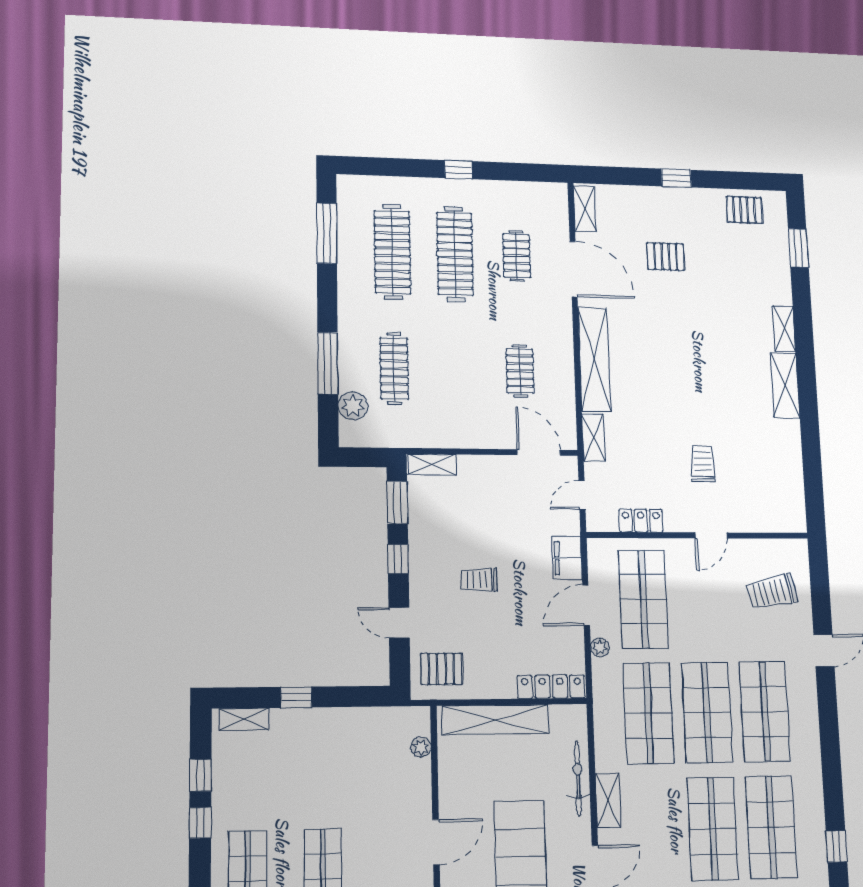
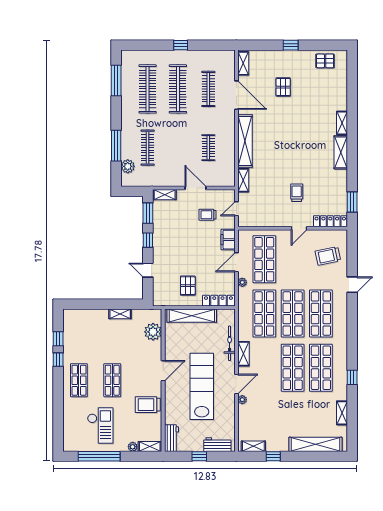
window: (798, 248) -> (352, 202), moved
clothes rail: (517, 256) -> (208, 89), width x1.36
pallet: (666, 257) -> (283, 87), turned 90
door: (539, 452) -> (195, 188), moved
locker: (641, 521) -> (330, 221), moved, width x1.53
trolley: (479, 580) -> (208, 215), moved
pallet: (441, 669) -> (188, 286), moved, turned 90
window: (296, 697) -> (101, 304), removed
shelving: (244, 719) -> (120, 314), moved
plant: (421, 747) -> (153, 332), width x1.88, depth x1.88

